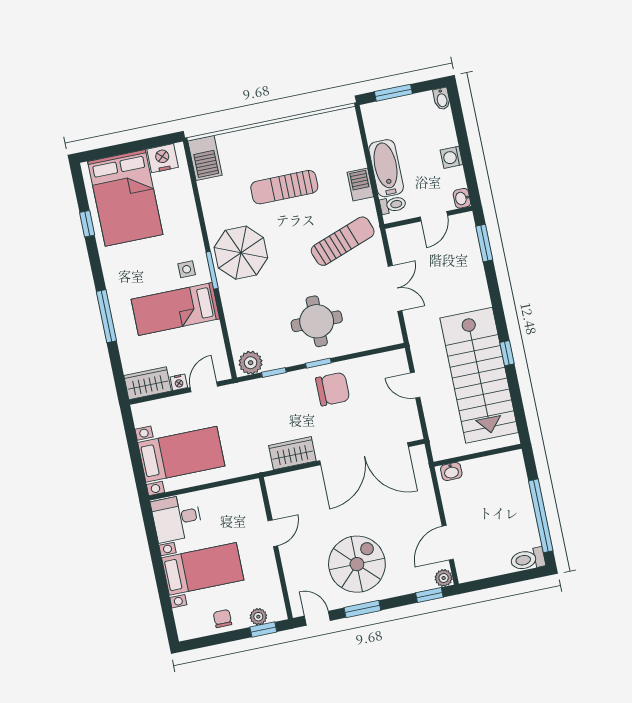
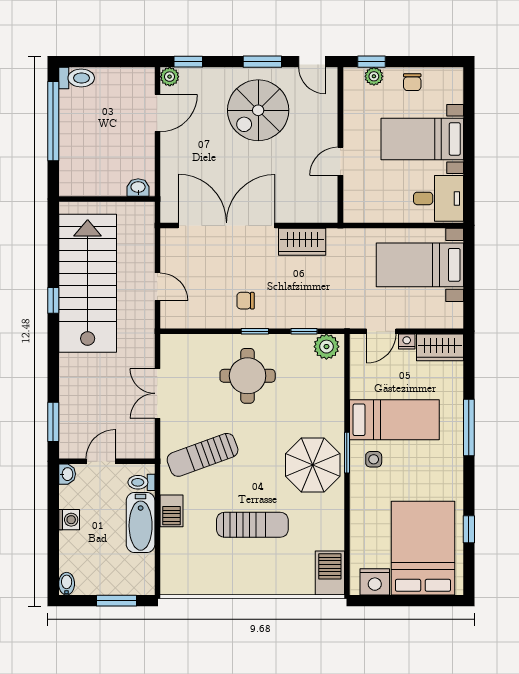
chair: (333, 389) -> (246, 301), width x0.54, depth x0.54

